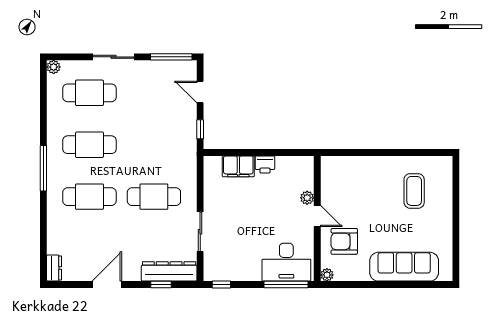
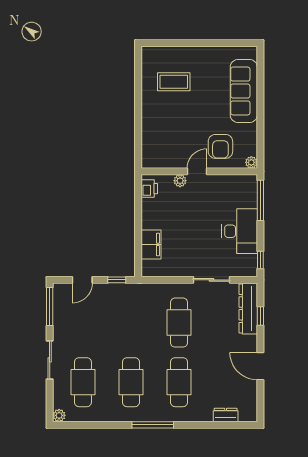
printer: (265, 165) -> (149, 189), moved
desk: (286, 262) -> (240, 231), moved
dresser: (54, 268) -> (226, 415), moved

